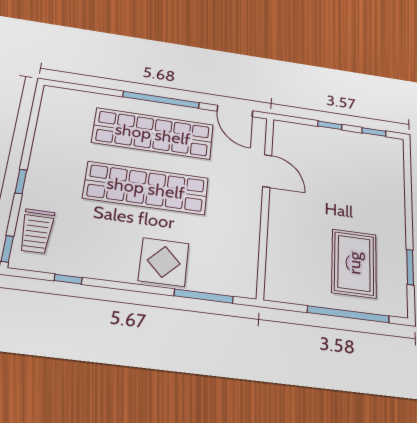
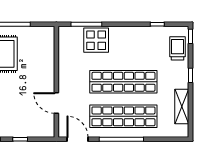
shelving: (47, 134) -> (182, 107), added
display table: (164, 262) -> (96, 40), moved

